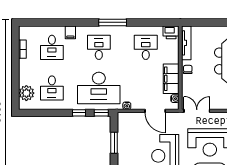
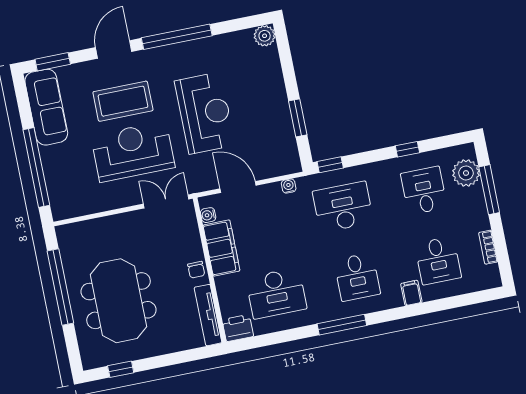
desk: (52, 47) -> (438, 261), turned 180
desk: (146, 47) -> (276, 293), width x1.37
window: (15, 81) -> (489, 190), added
desk: (99, 88) -> (343, 207), width x0.73, depth x0.77
double door: (197, 111) -> (166, 201), swing flipped
window: (79, 113) -> (407, 149), moved

